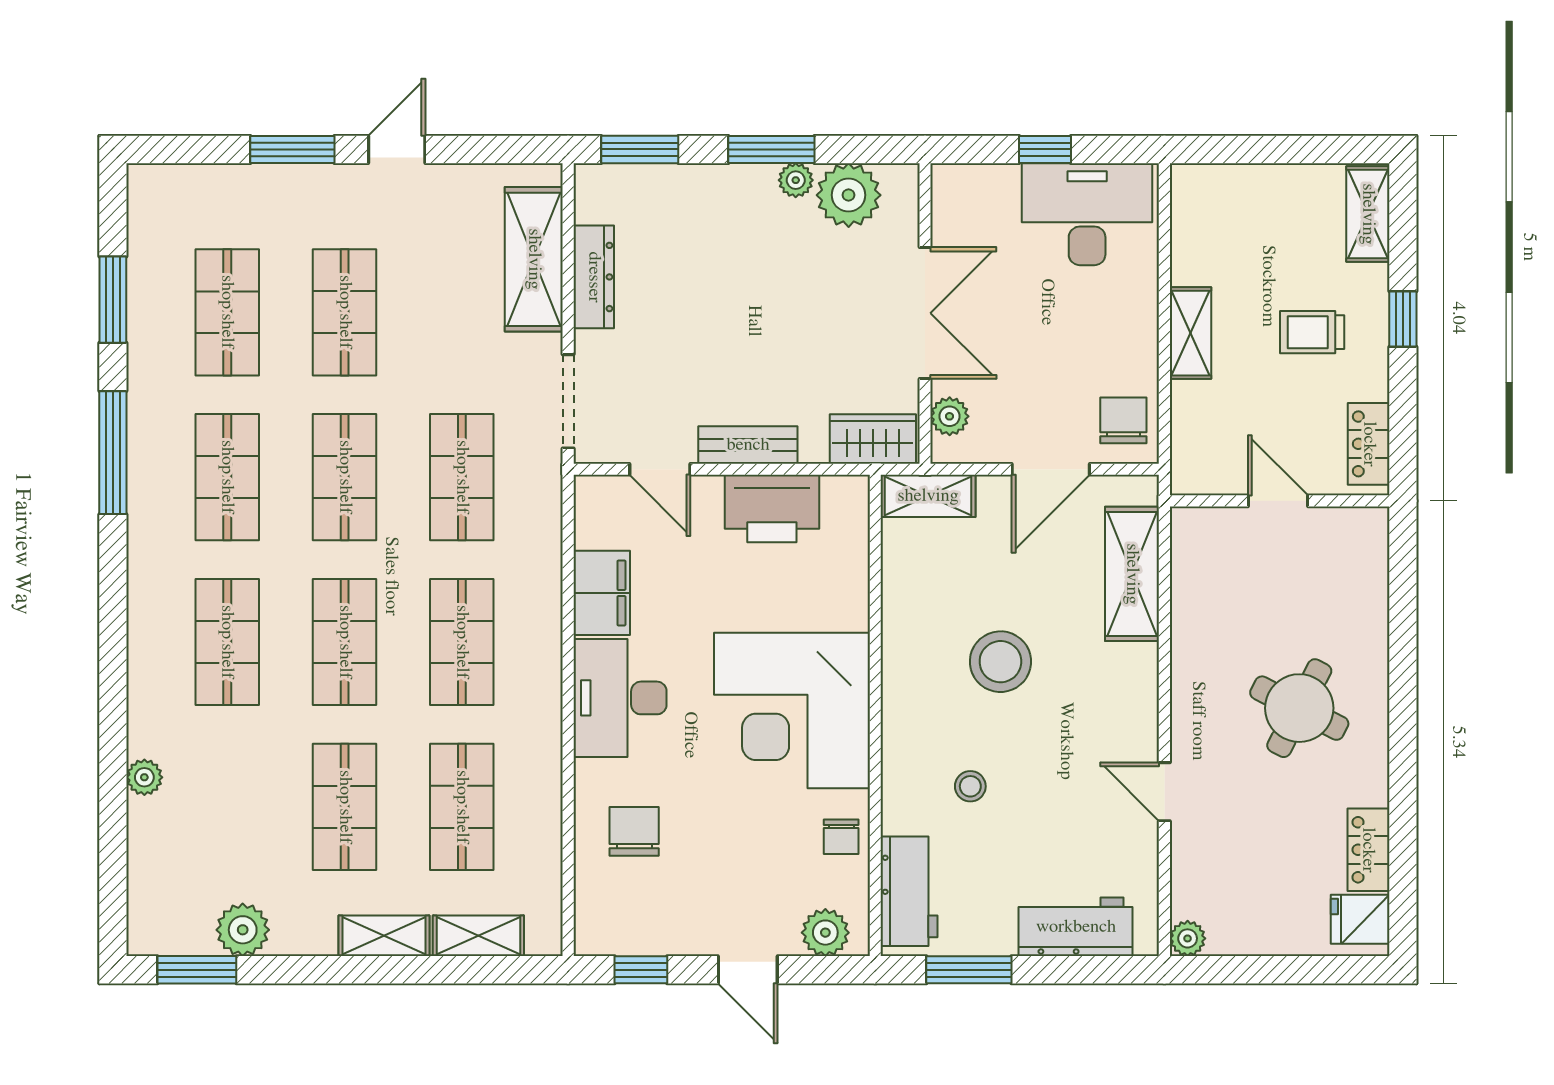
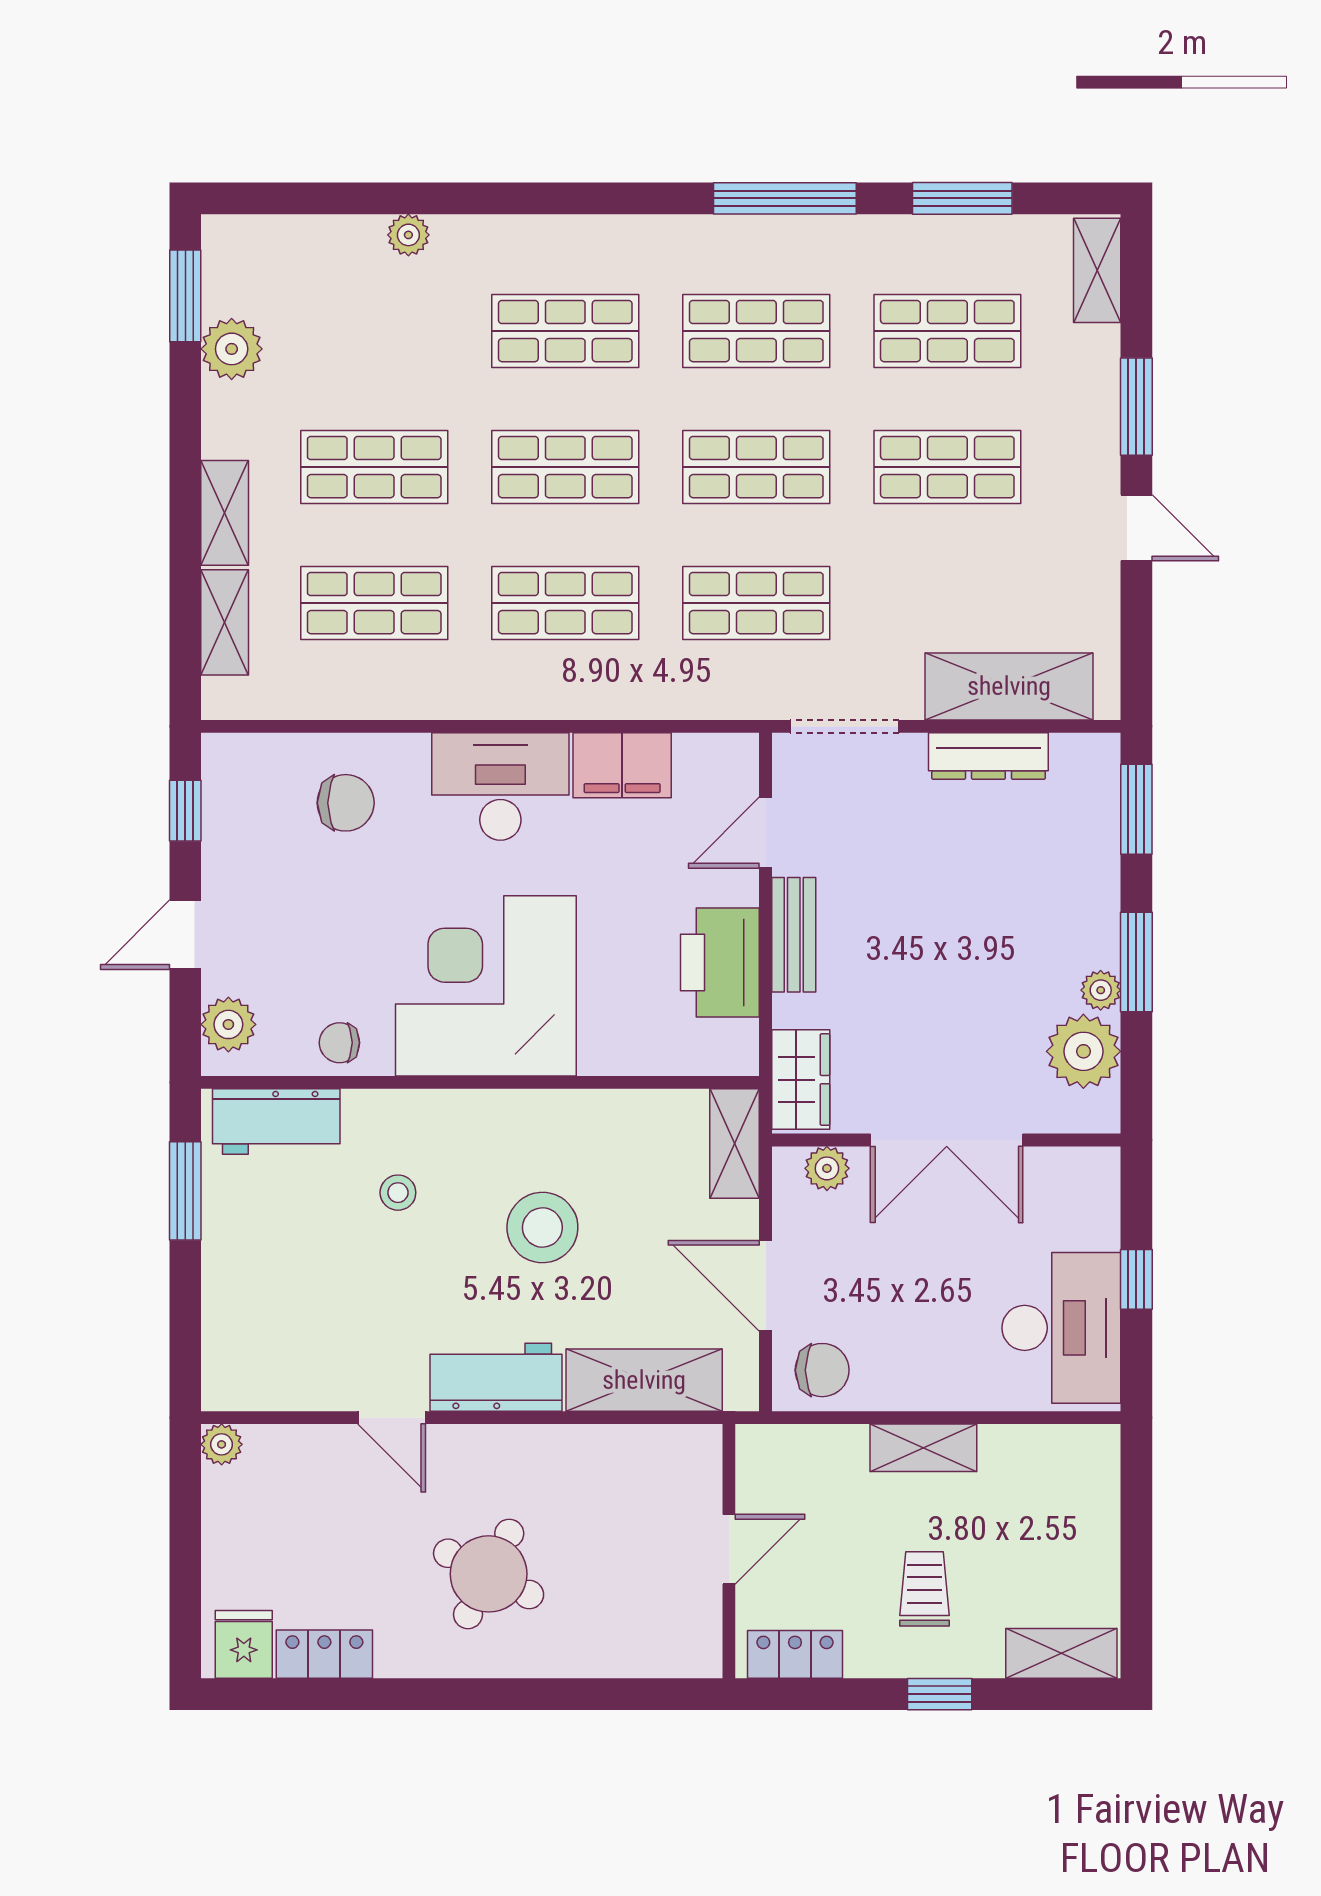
shelving: (175, 183) -> (1097, 270), added
door: (1164, 792) -> (392, 1418), swing flipped
workbench: (1076, 927) -> (496, 1377), moved, turned -90

